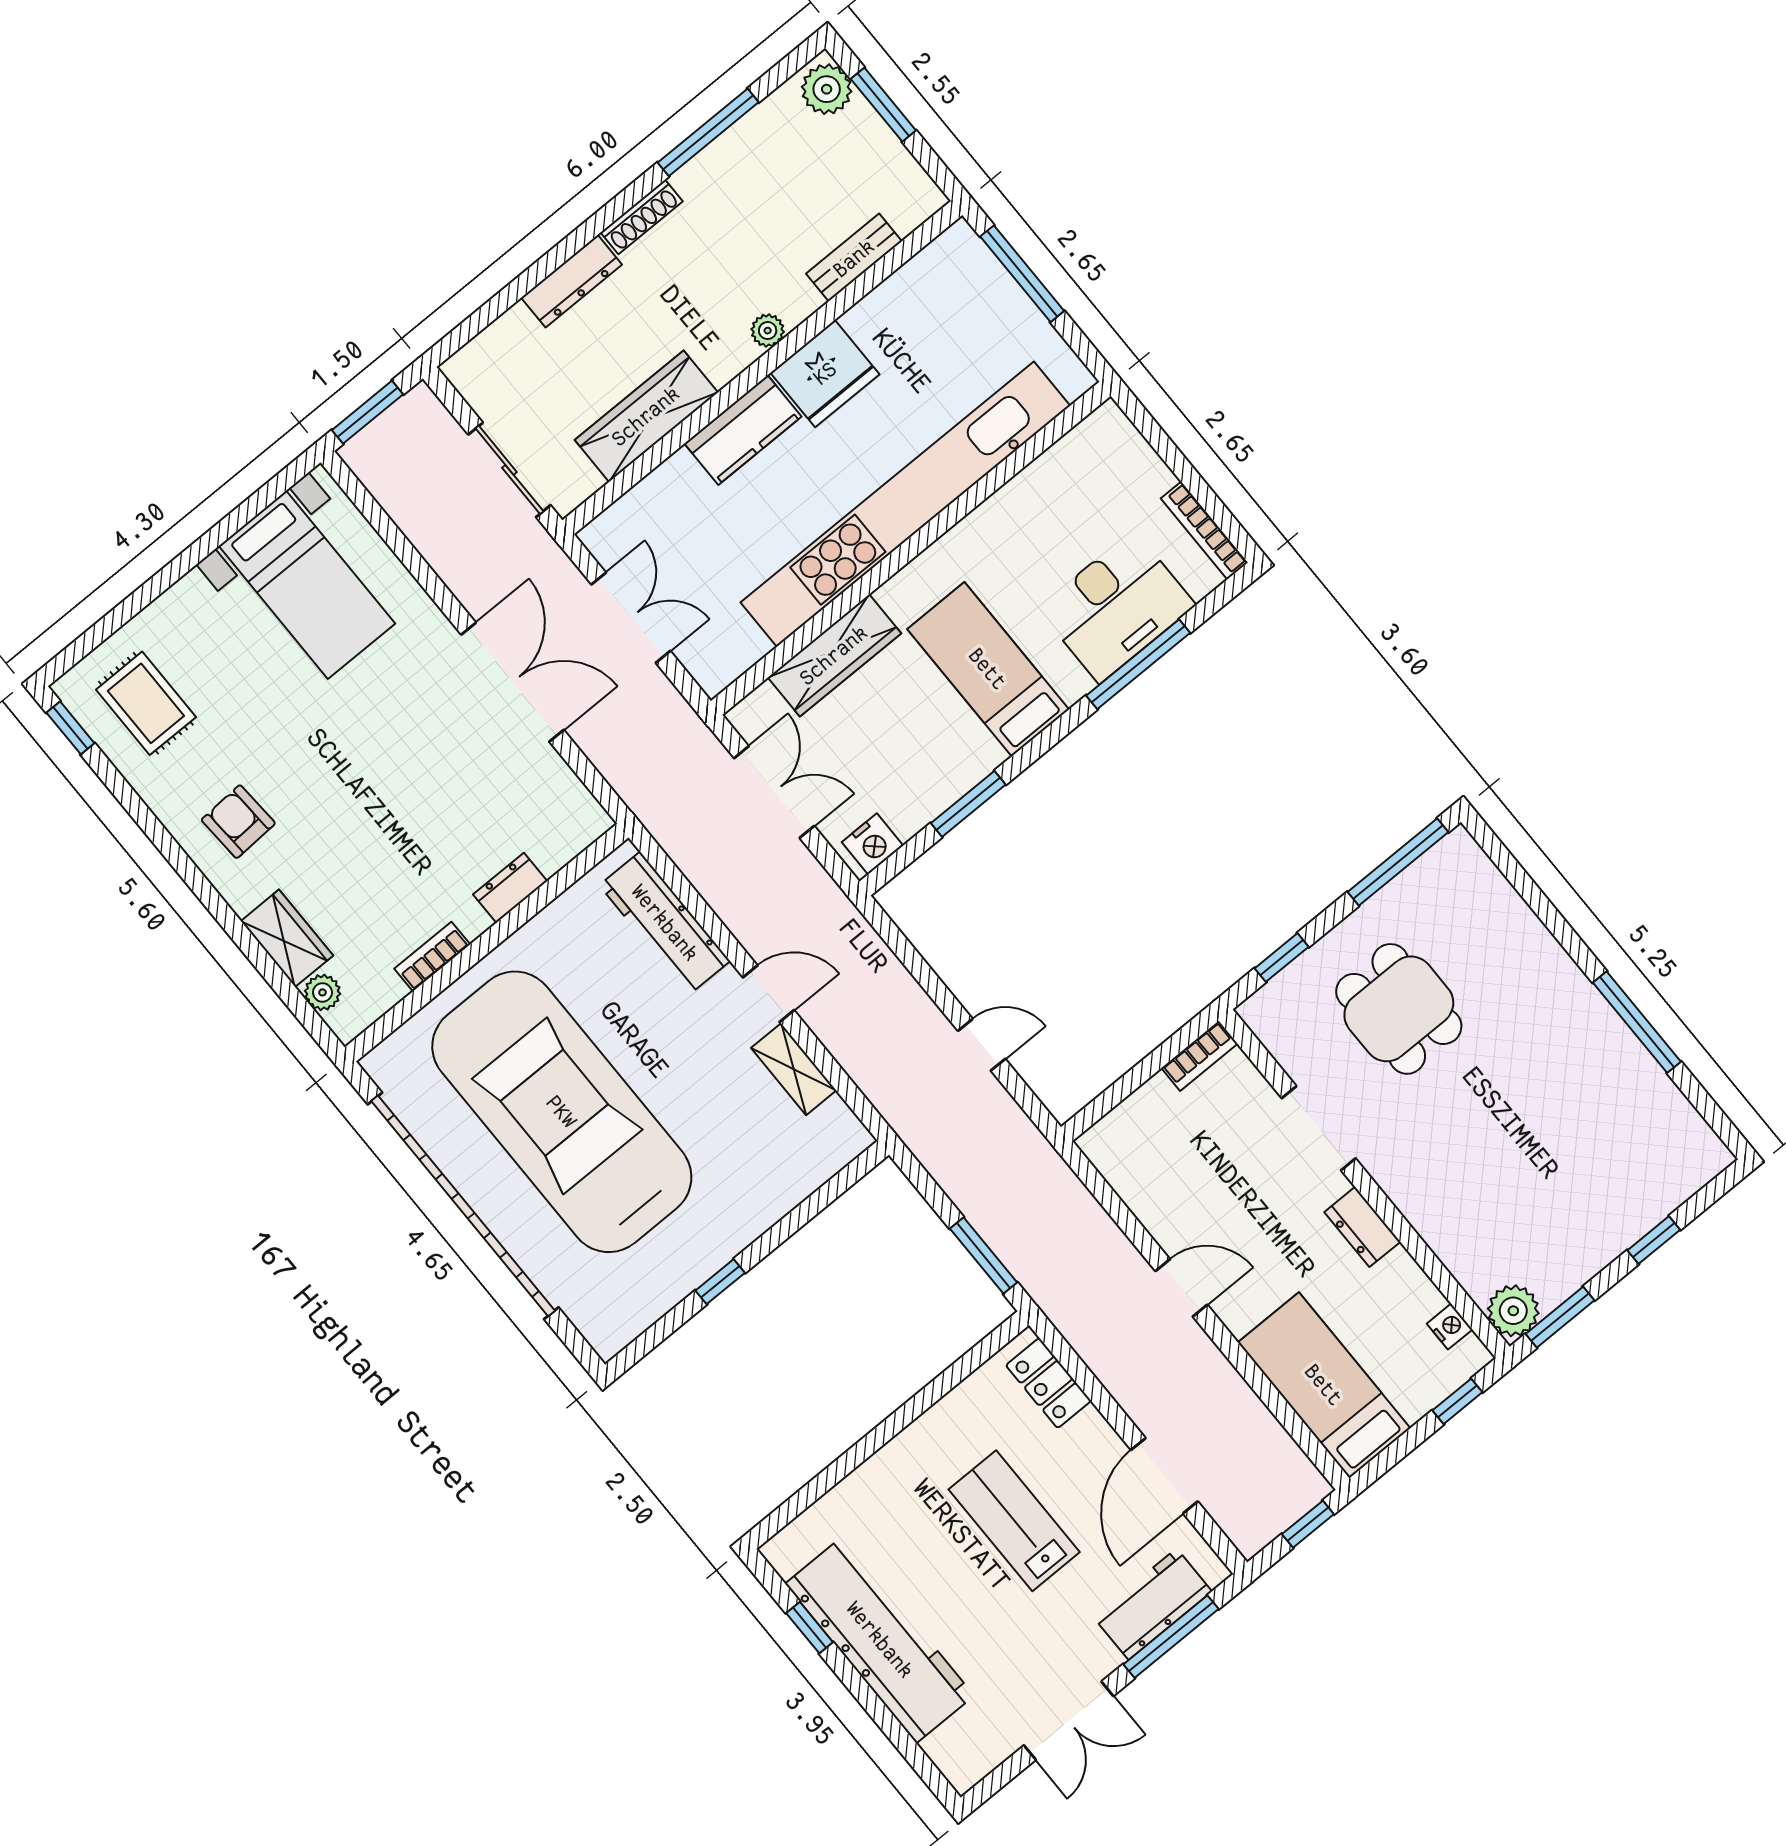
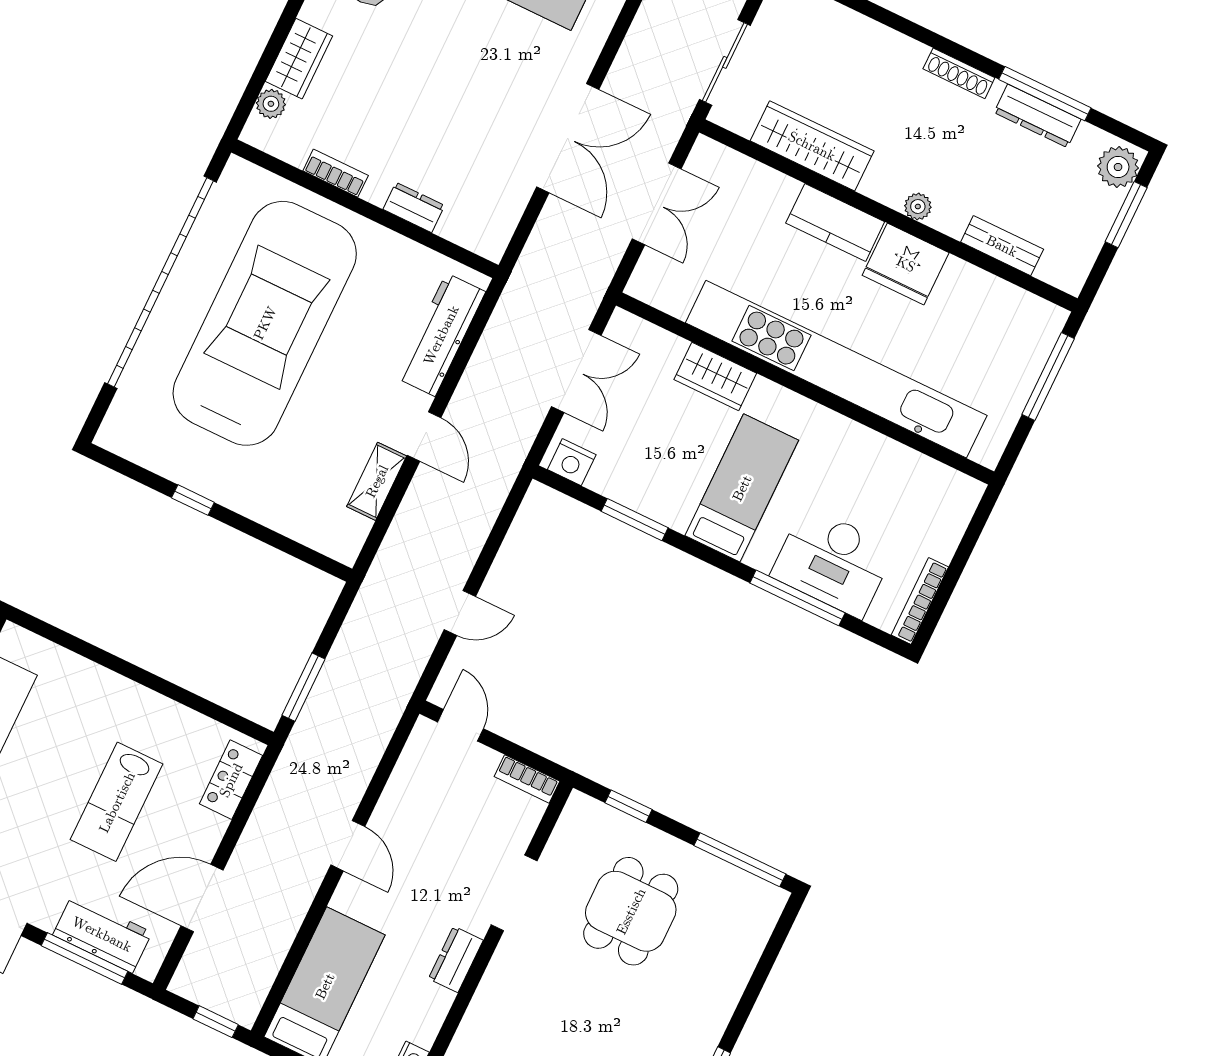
dresser: (572, 281) -> (1038, 116), moved
wardrobe: (834, 655) -> (715, 376), width x0.67
door: (982, 1045) -> (460, 613), hinge flipped
door: (1106, 1102) -> (460, 725), added
lab bench: (1014, 1521) -> (117, 802), turned 180

